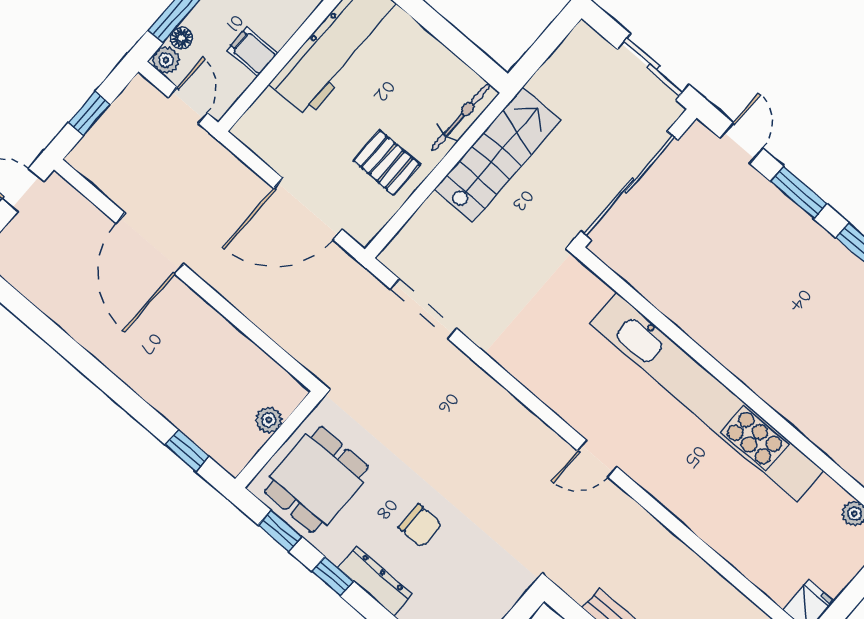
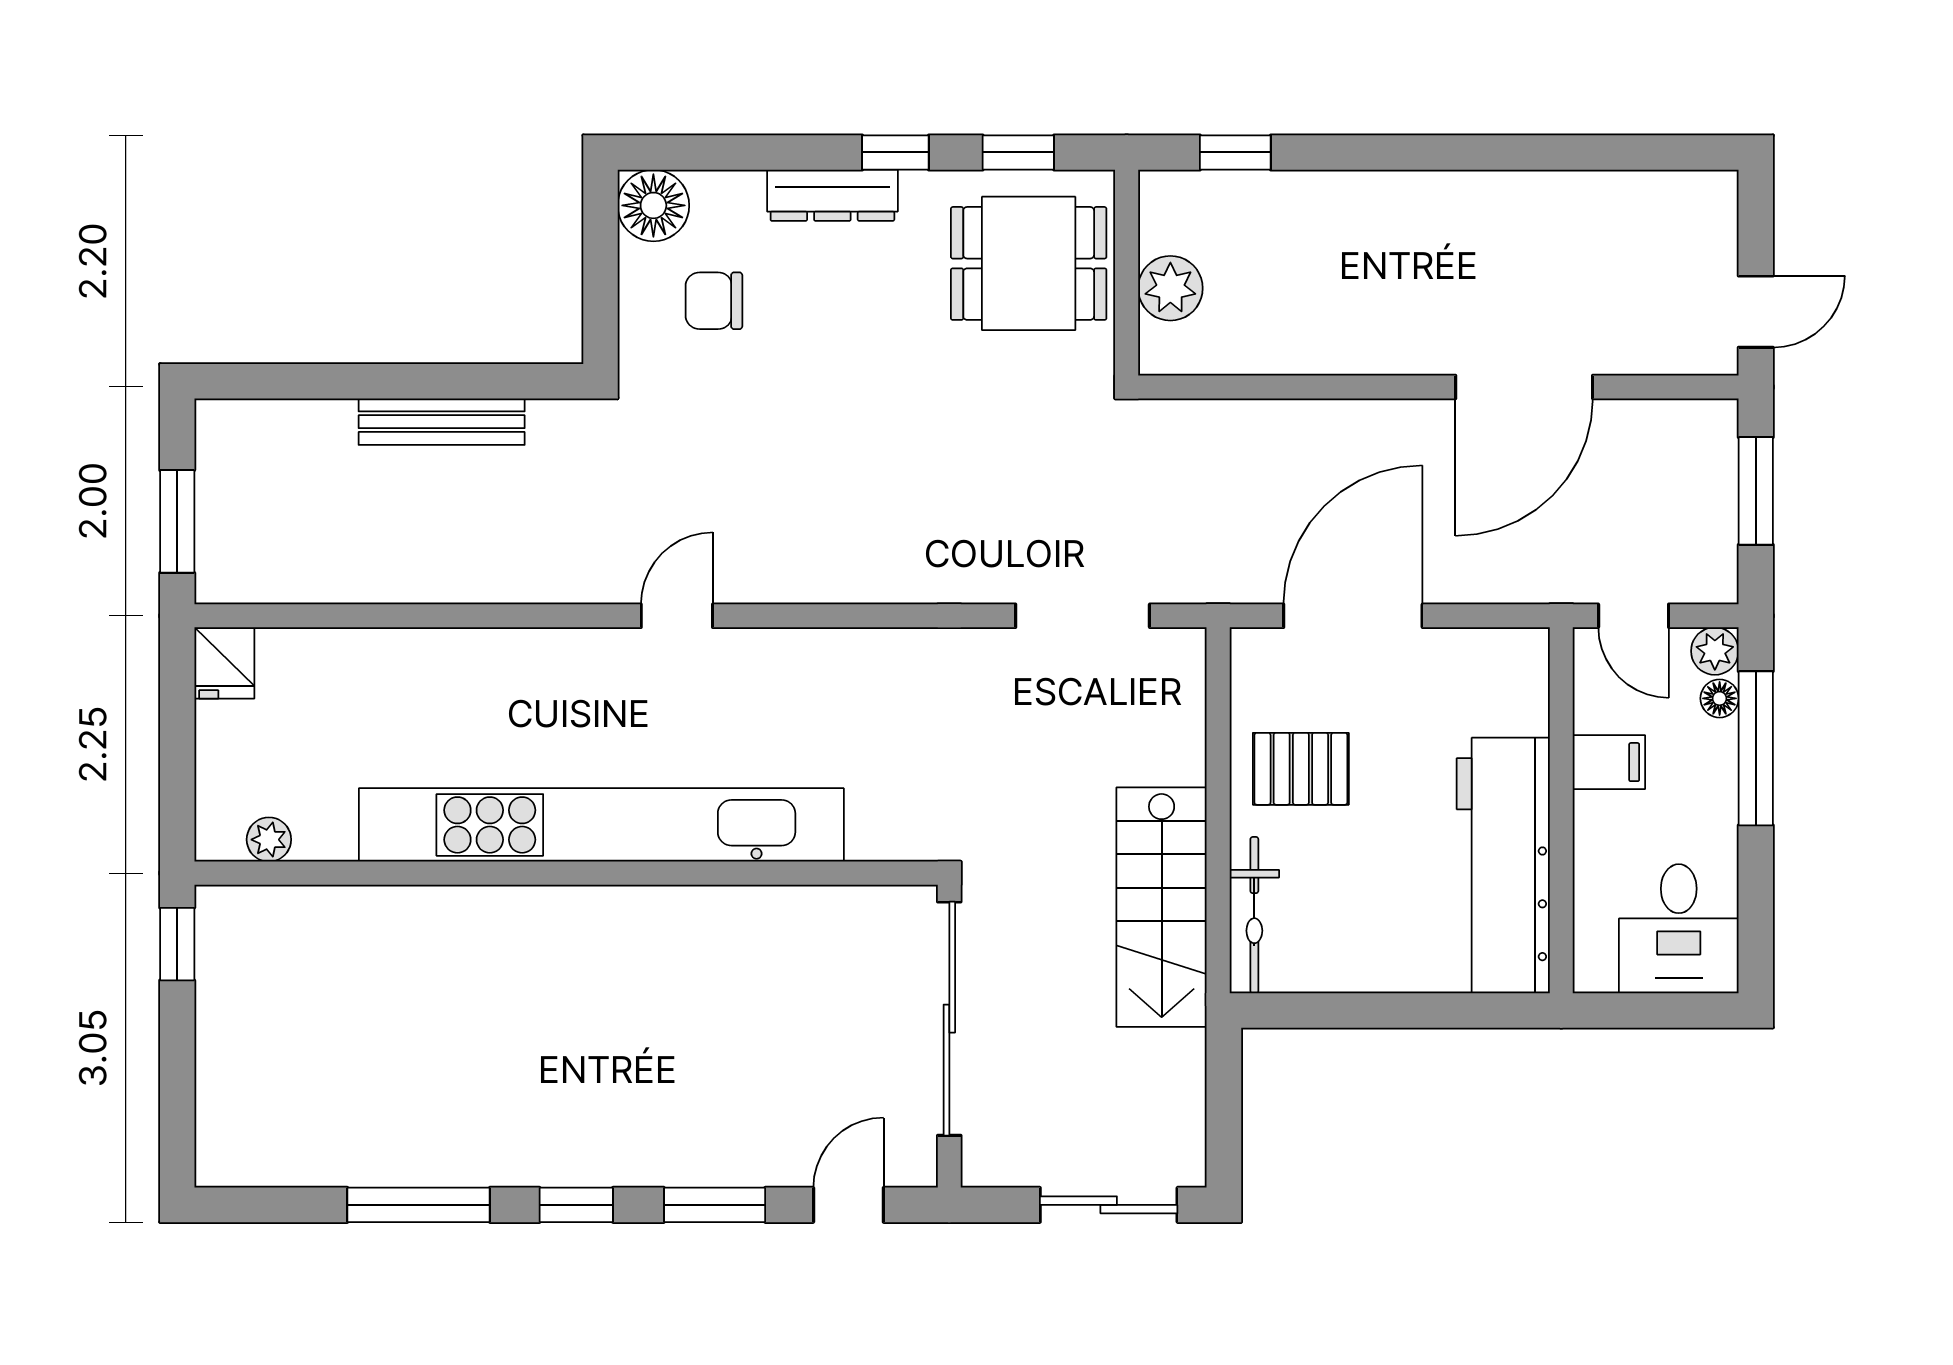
sliding door: (653, 67) -> (1109, 1205), moved
window: (89, 114) -> (1756, 491), width x1.50
door: (741, 143) -> (848, 1205), swing flipped
door: (150, 244) -> (1524, 387), swing flipped
plant: (269, 420) -> (1170, 288), width x1.38, depth x1.38
dining table: (316, 479) -> (1029, 263), turned 90
chair: (420, 526) -> (714, 301), moved

